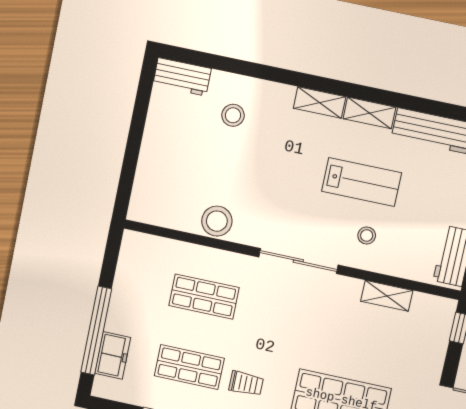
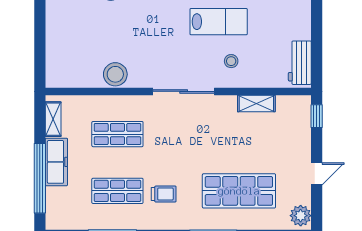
shelving: (128, 261) -> (53, 119), added
freezer: (113, 355) -> (56, 162), moved, width x1.40

